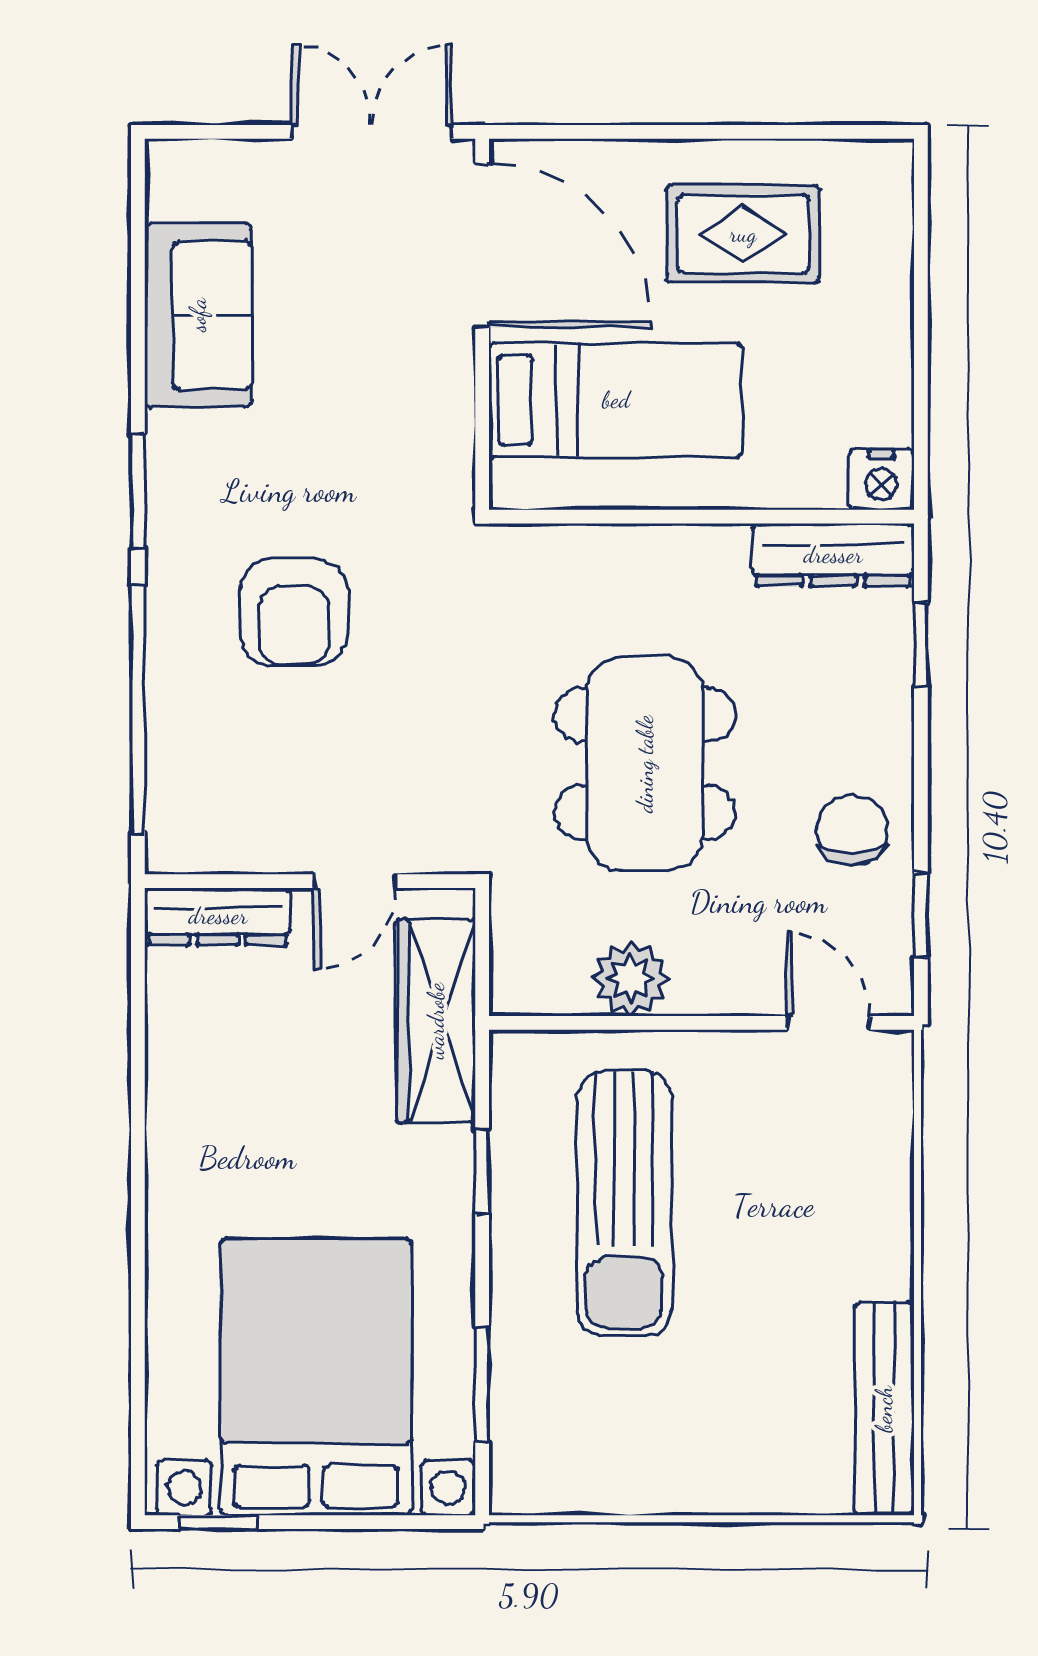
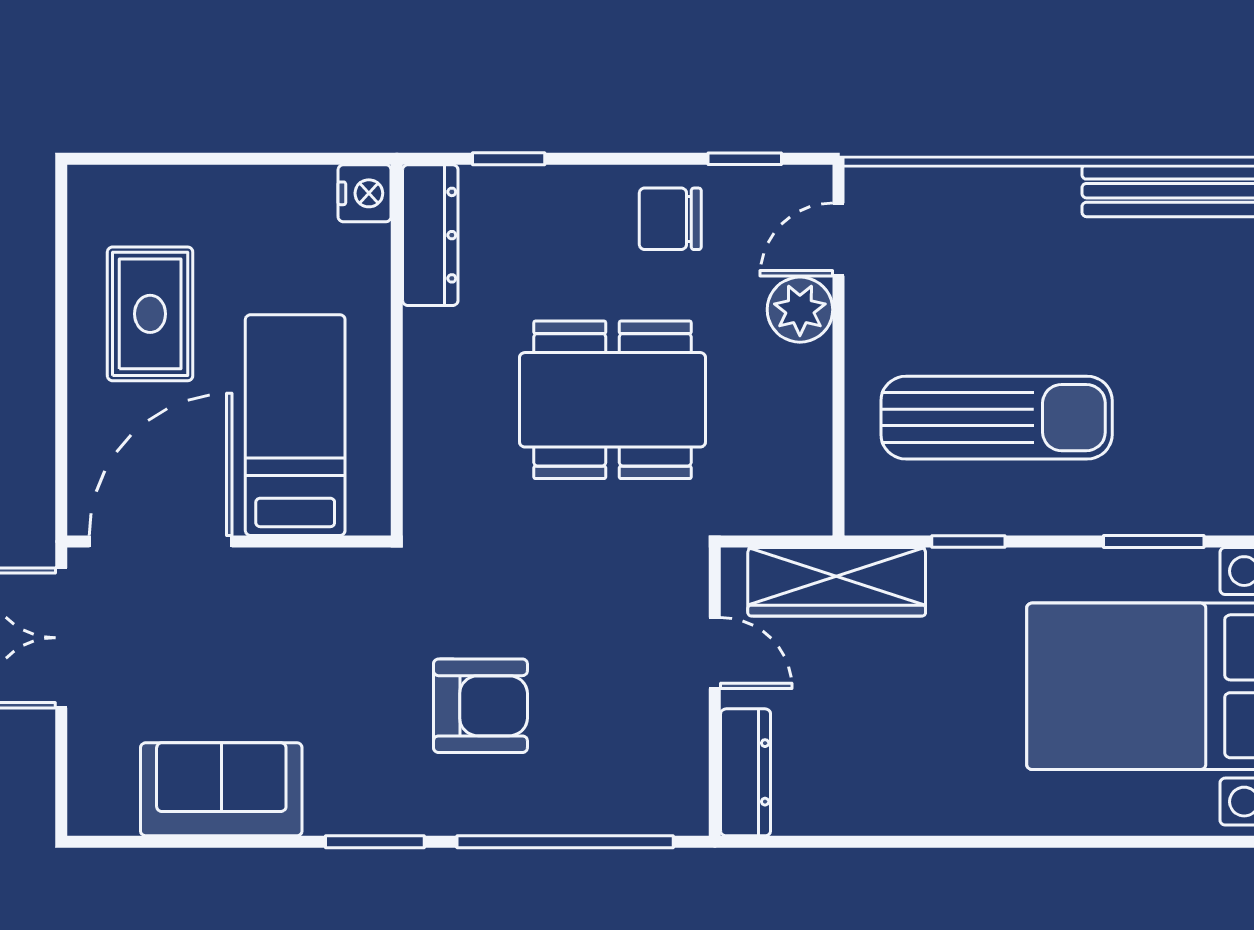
plant: (631, 979) -> (800, 310), moved

